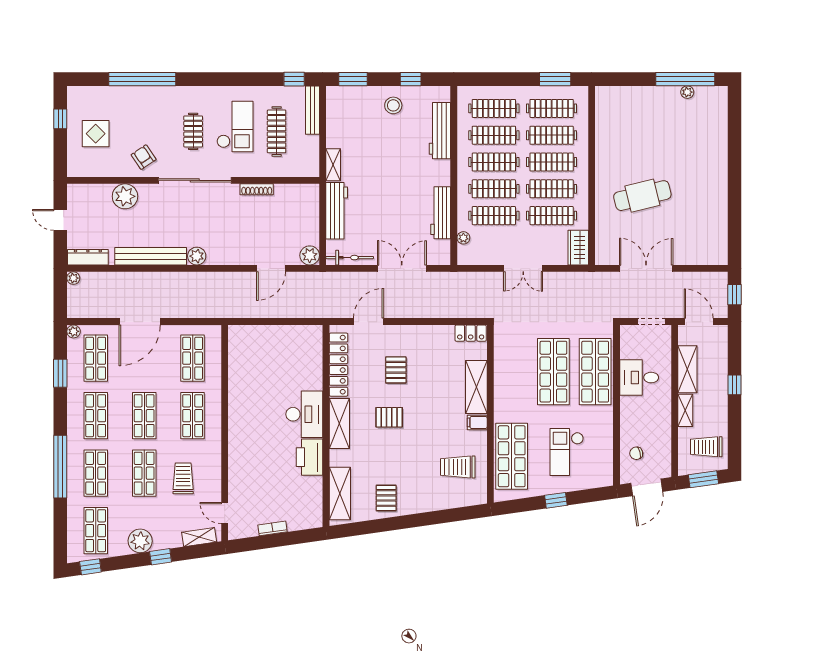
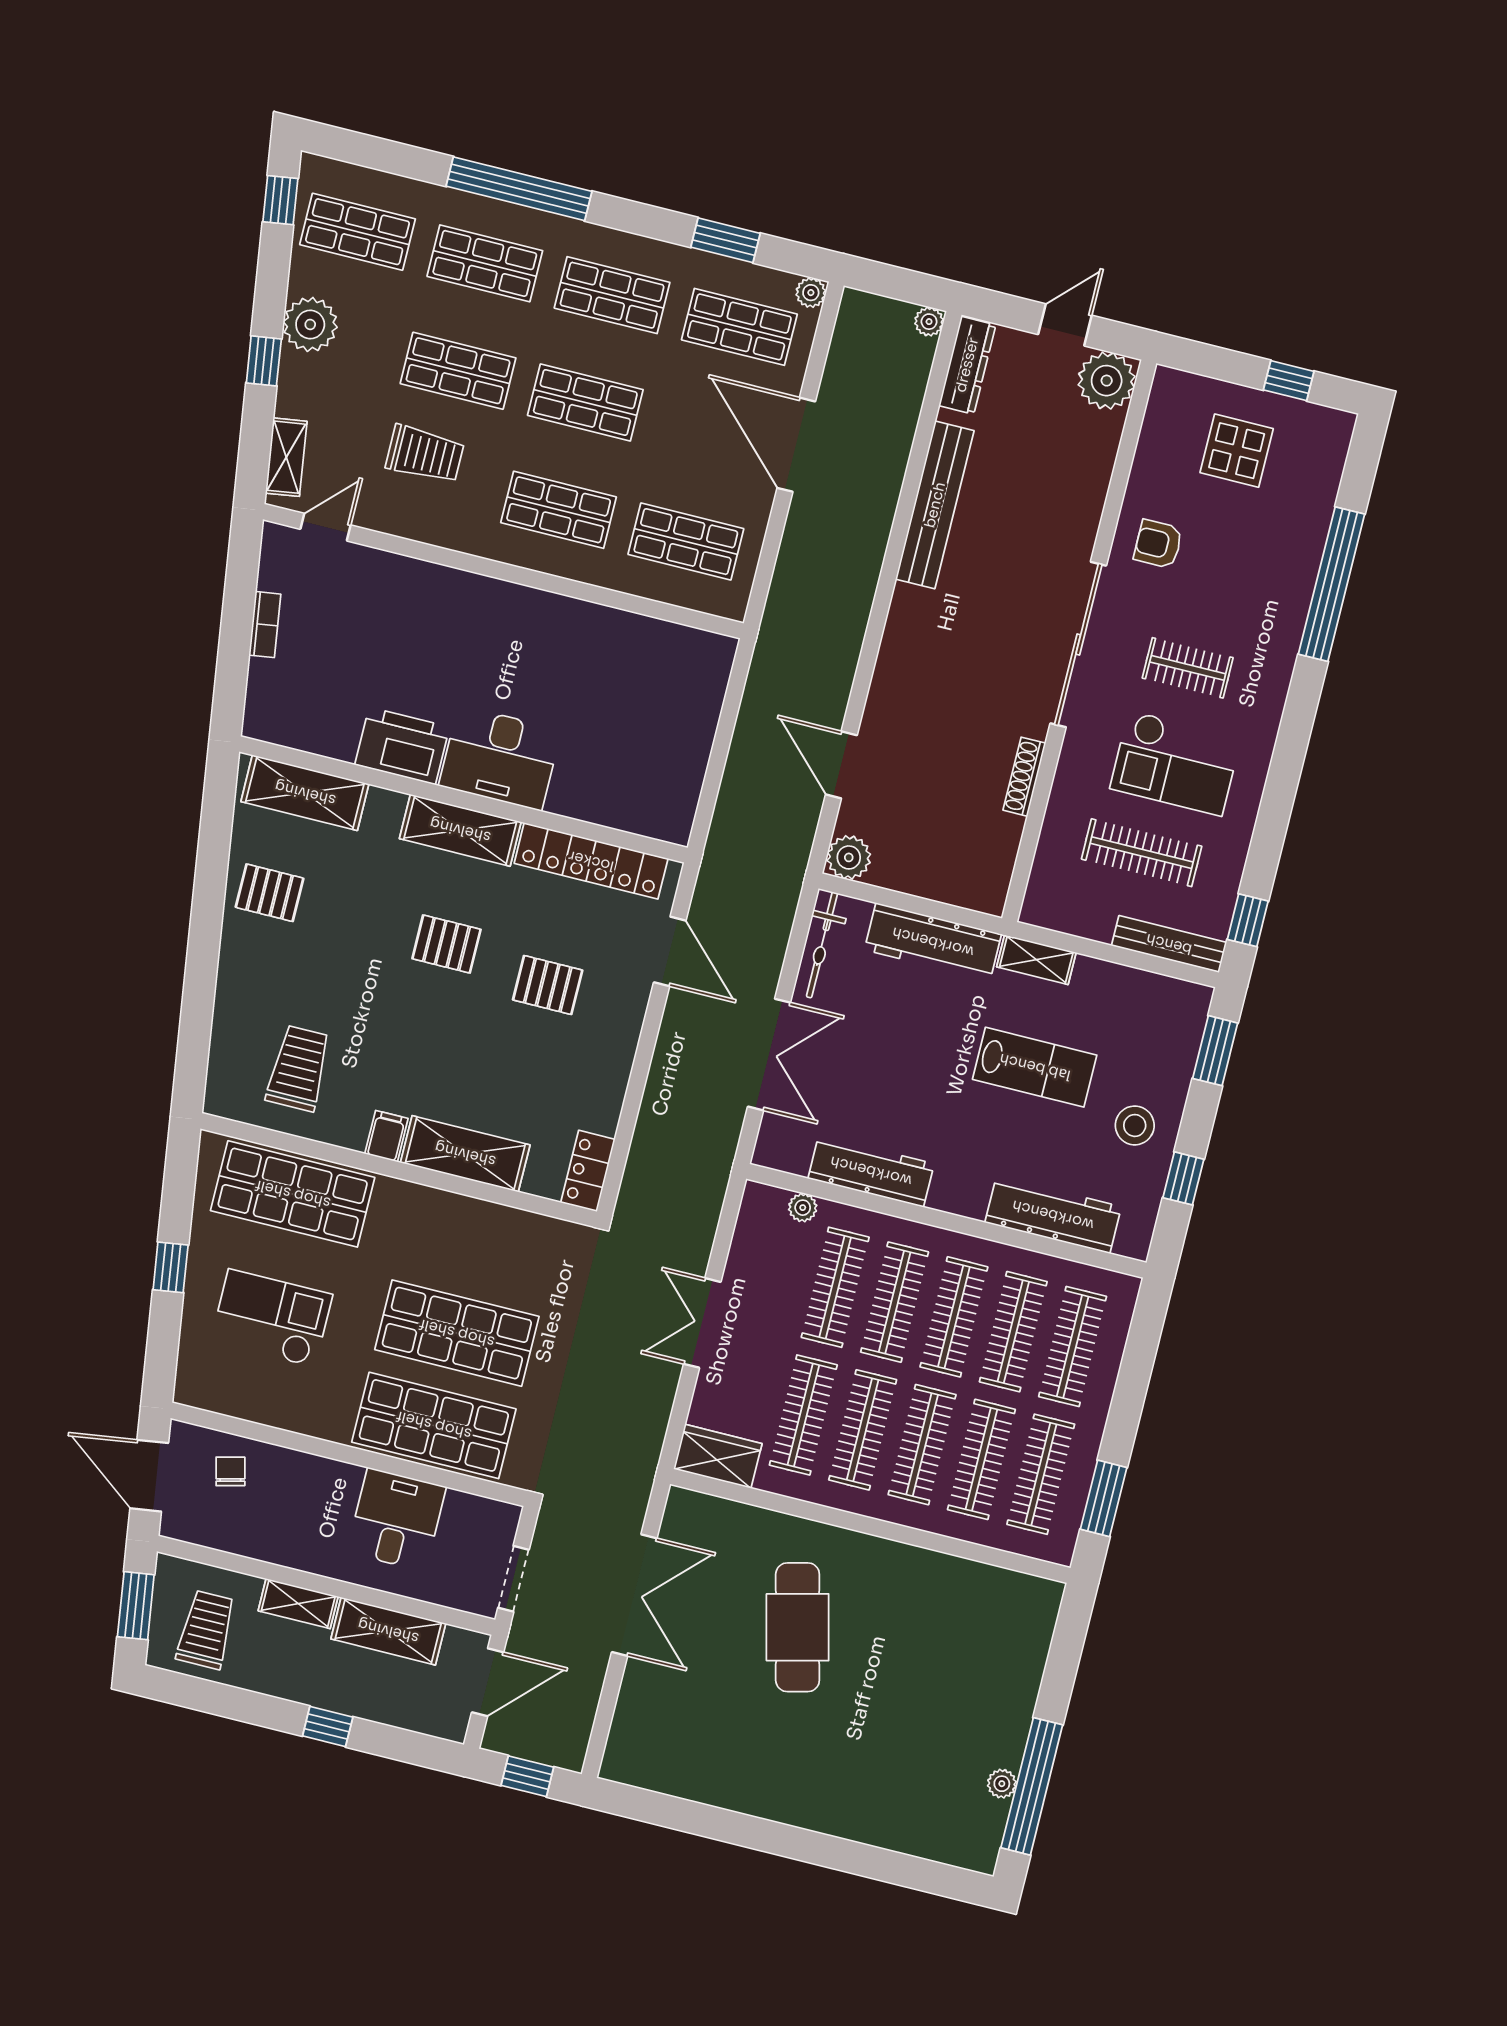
lab bench: (379, 154) -> (1035, 1067), added
armchair: (144, 157) -> (1158, 544), turned -146
plant: (125, 196) -> (1107, 381), moved
plant: (197, 256) -> (910, 607), removed
pallet: (389, 417) -> (446, 944), turned 90

